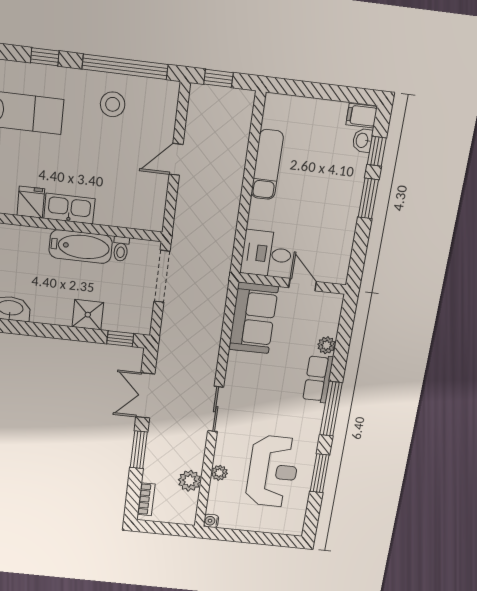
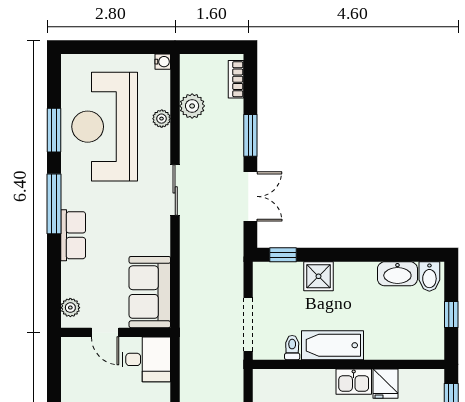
kitchen sink: (69, 209) -> (354, 382), width x0.73
plant: (327, 345) -> (70, 308), moved
reception desk: (273, 471) -> (105, 127), width x1.36, depth x1.30

